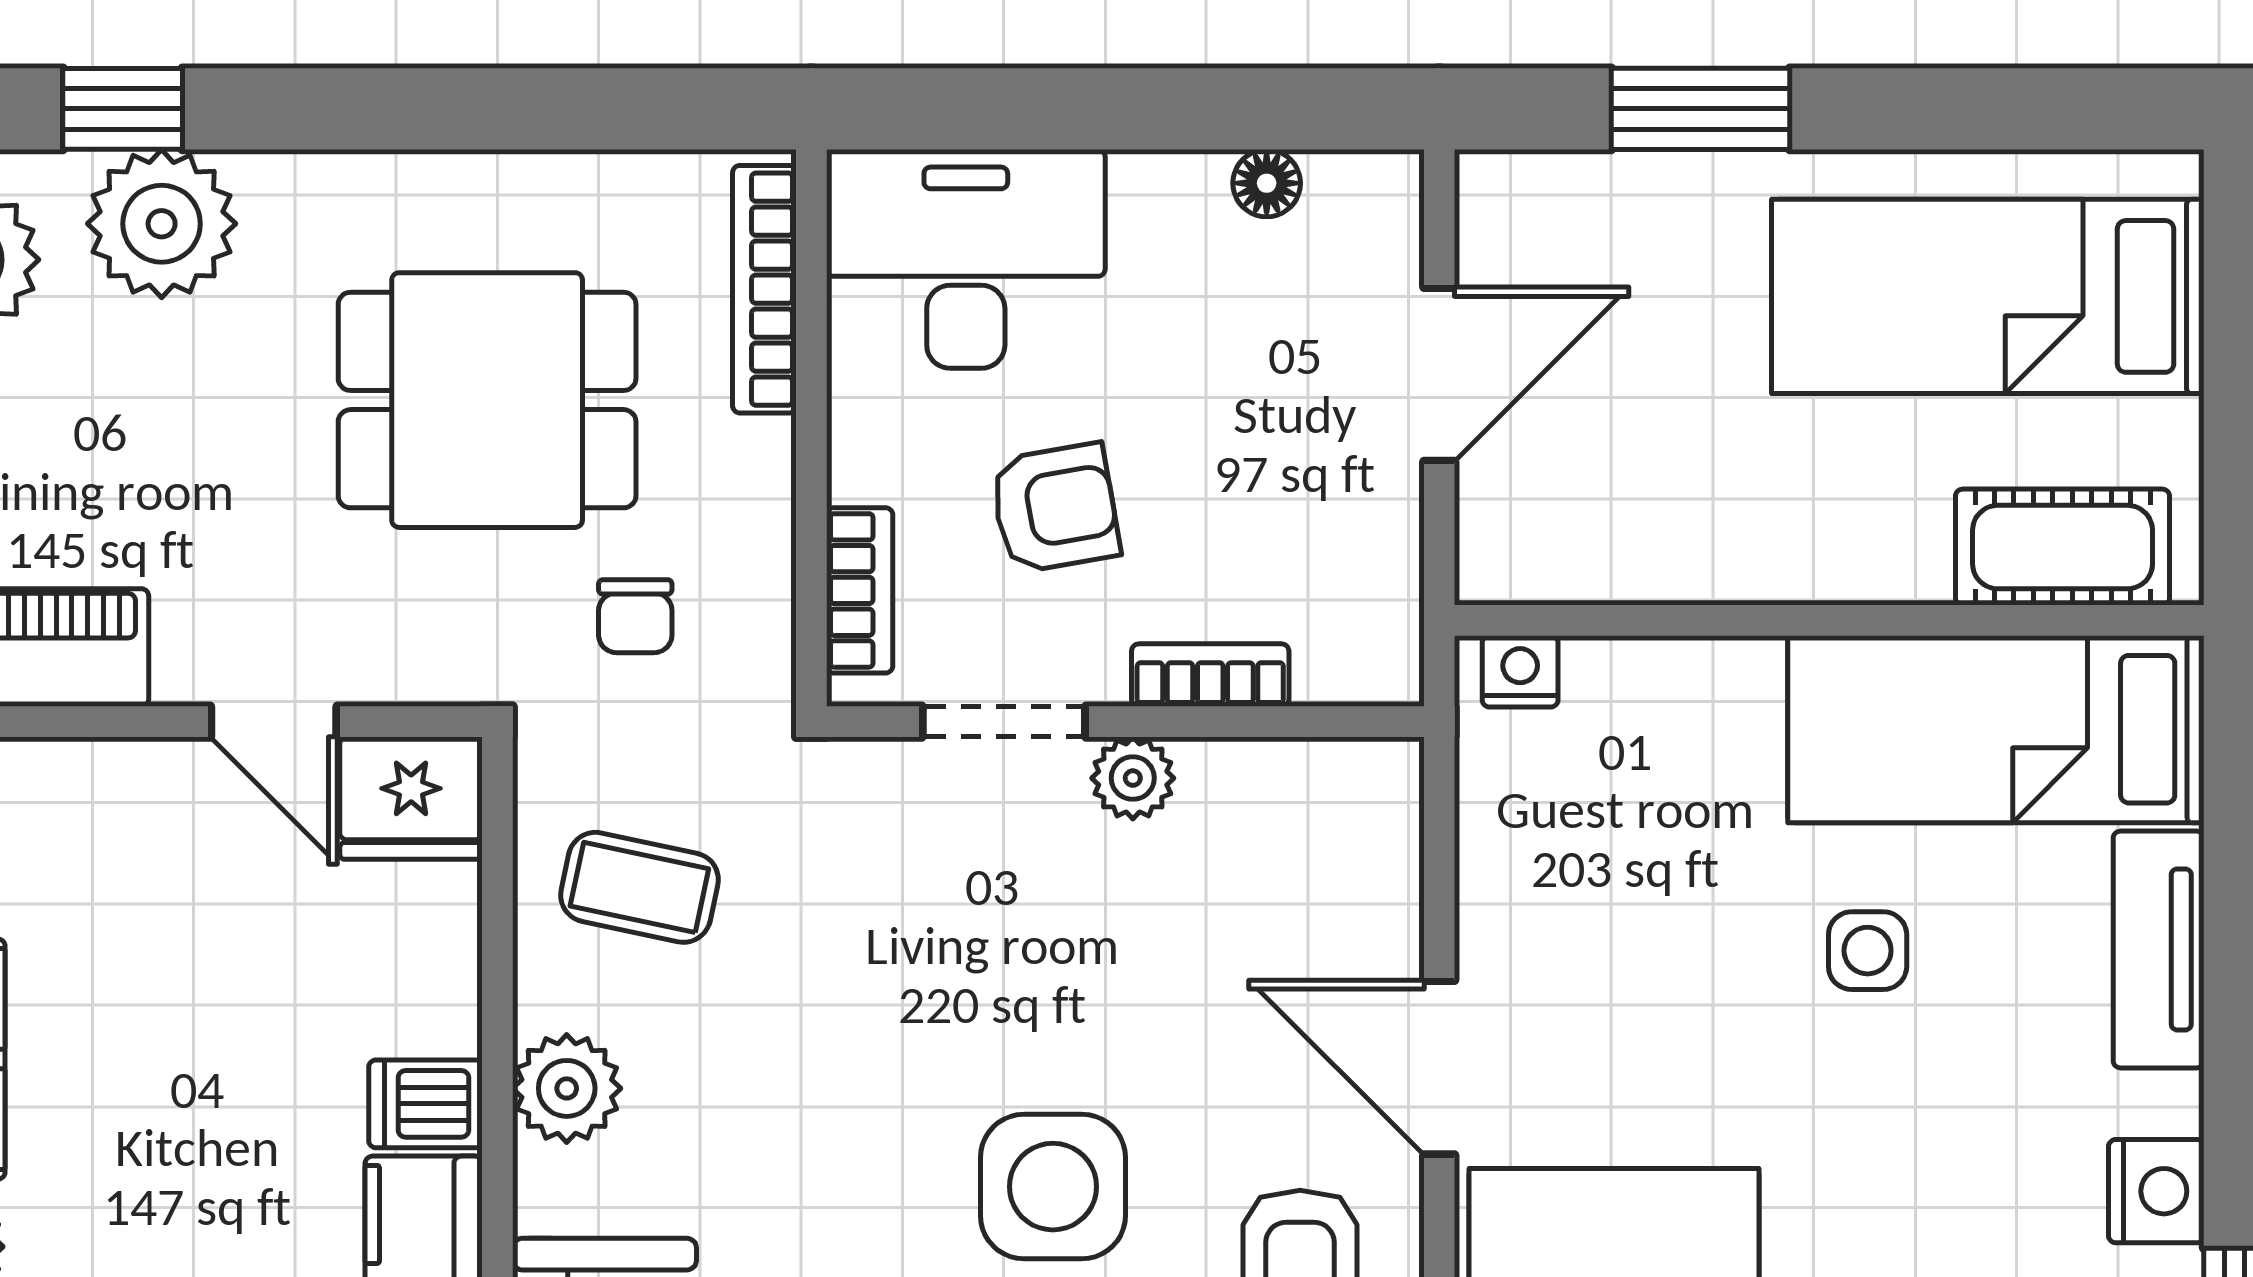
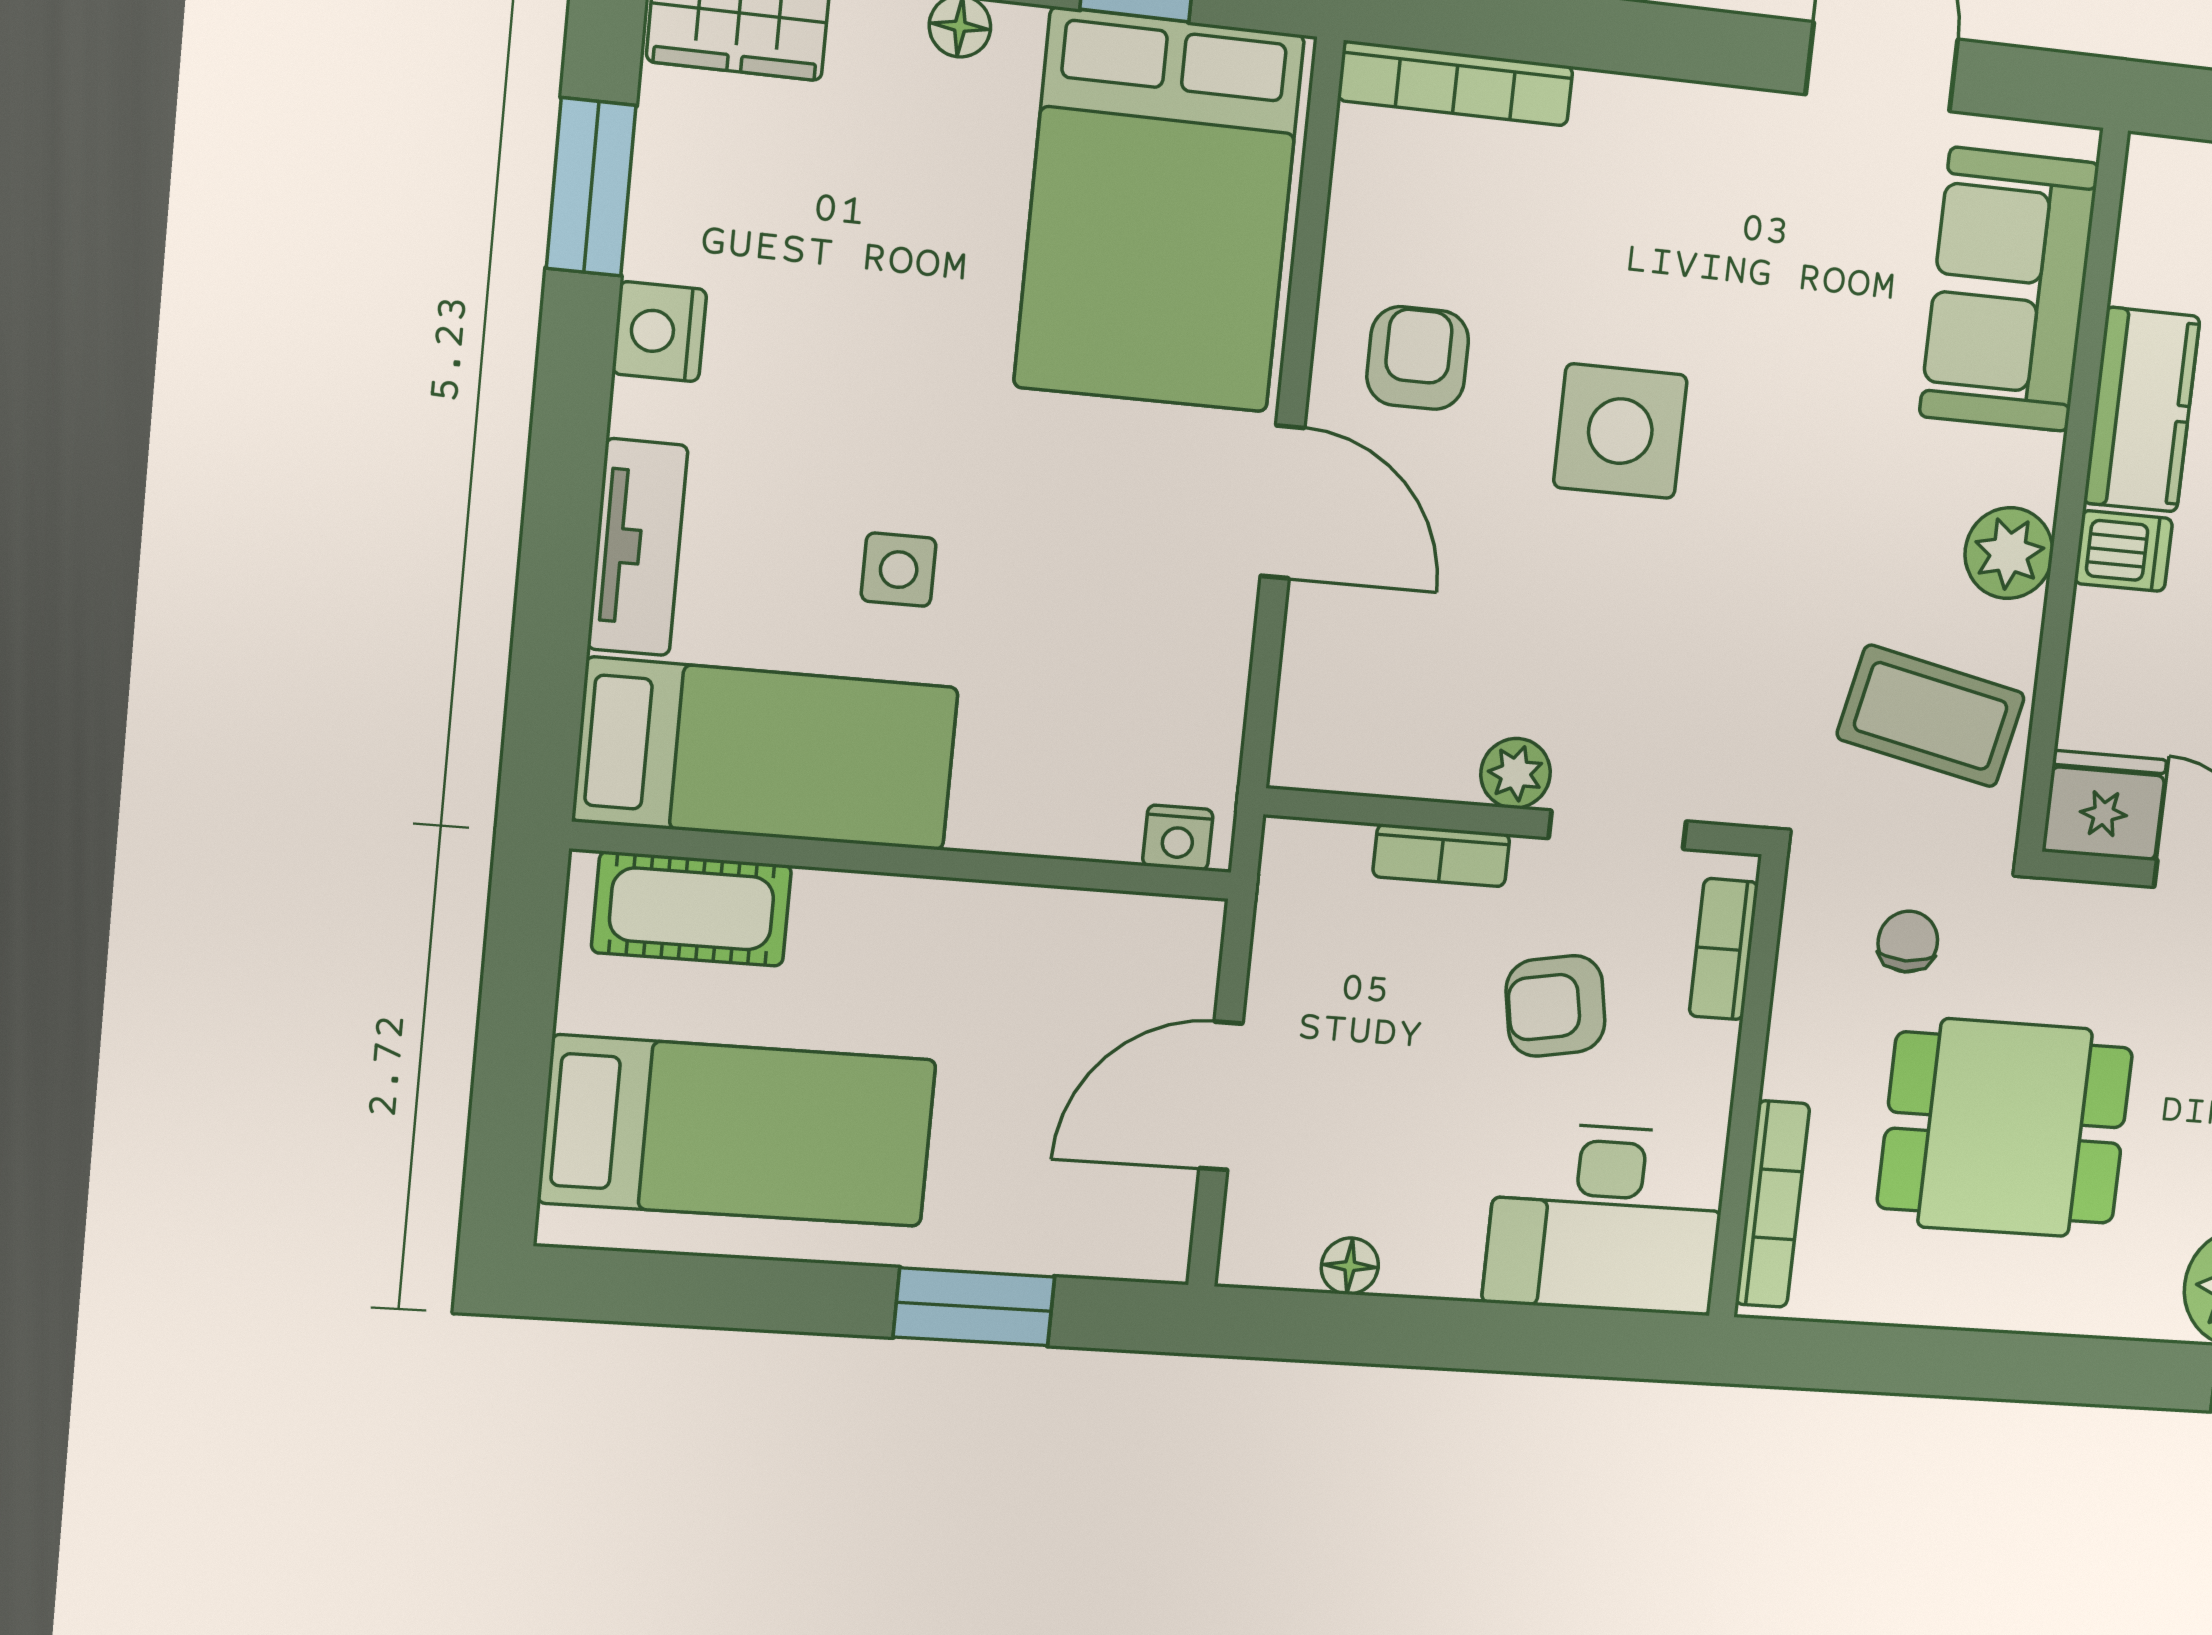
coffee table: (639, 887) -> (1931, 716), width x1.36, depth x1.30

